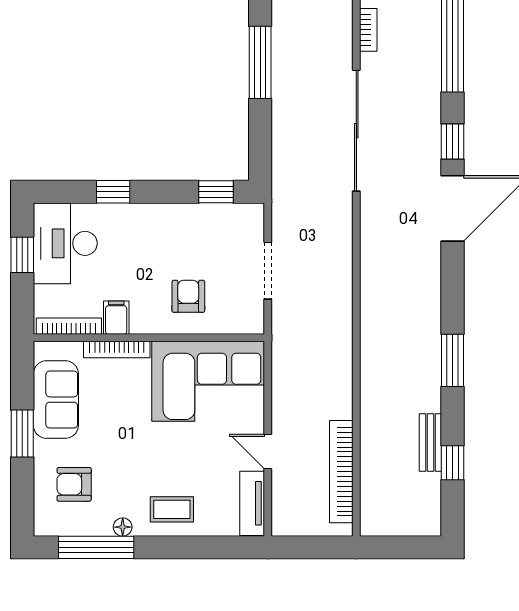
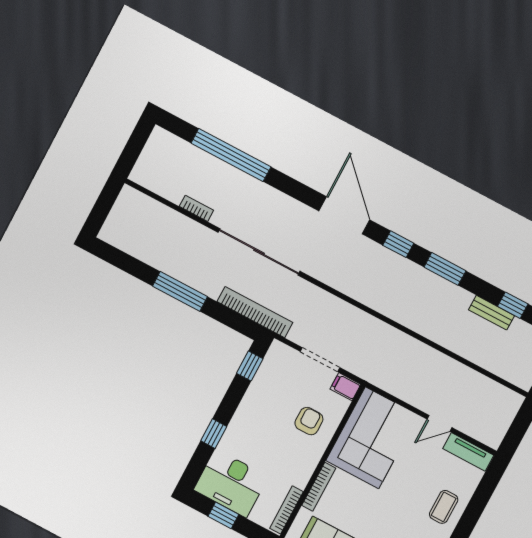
window: (453, 141) -> (398, 244), moved
armchair: (188, 296) -> (309, 421), turned 90
filing cabinet: (116, 318) -> (345, 387), moved
bookcase: (341, 472) -> (255, 312), moved, turned 180

